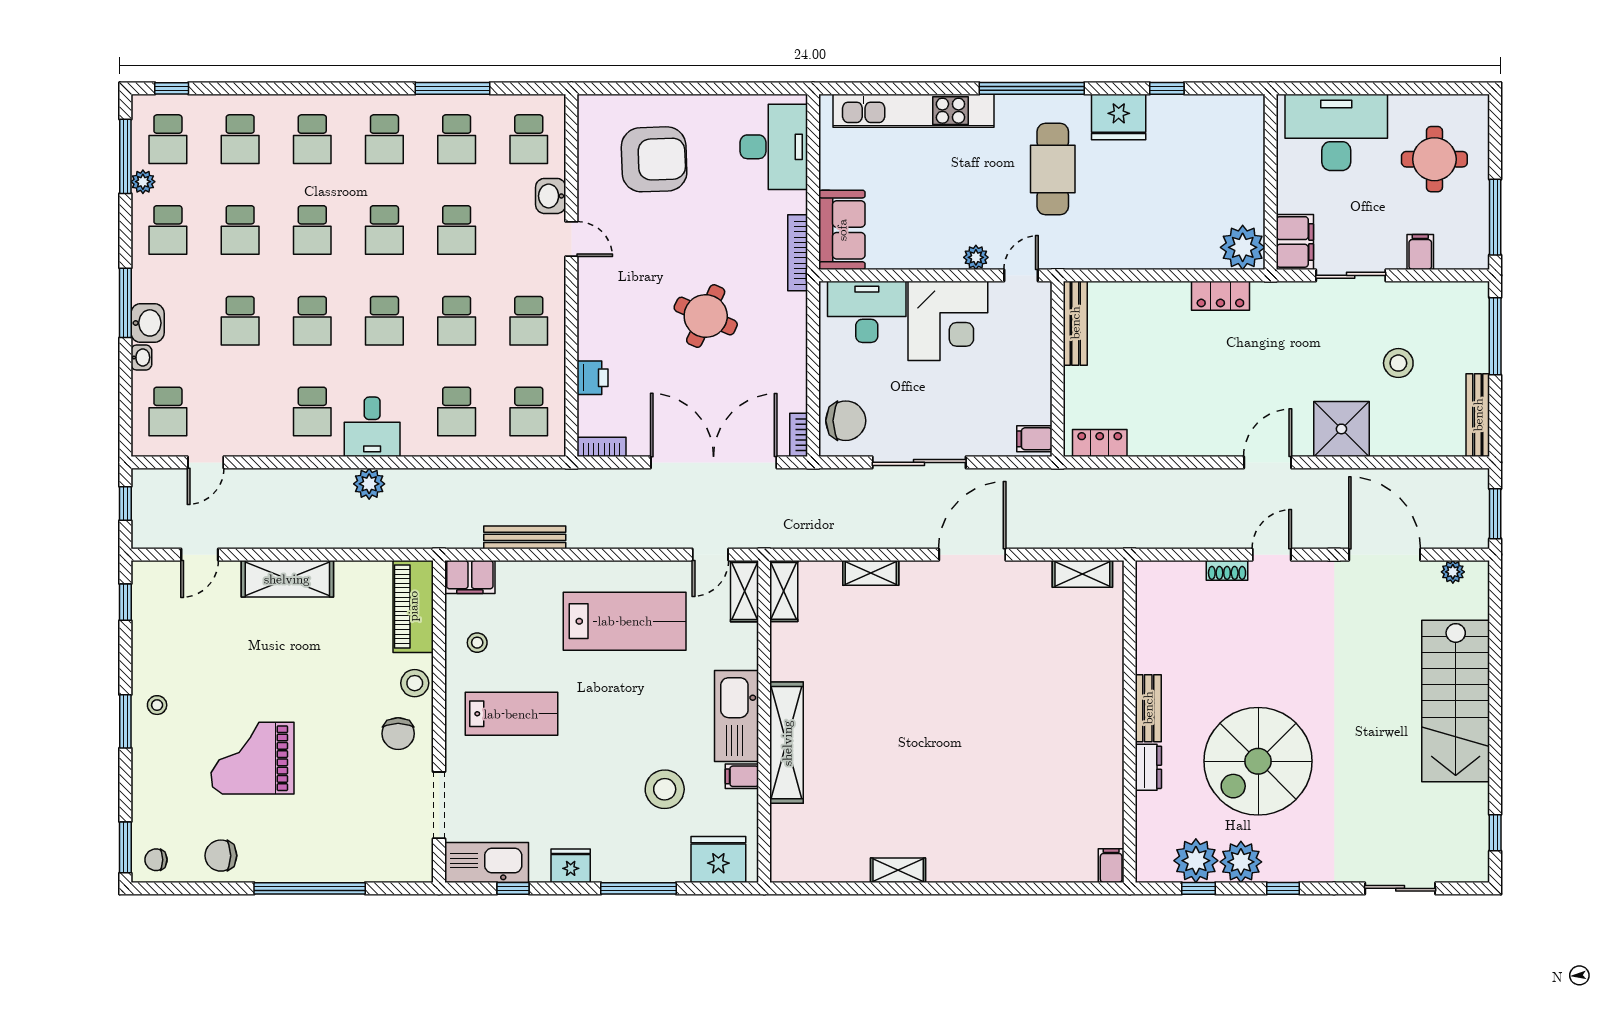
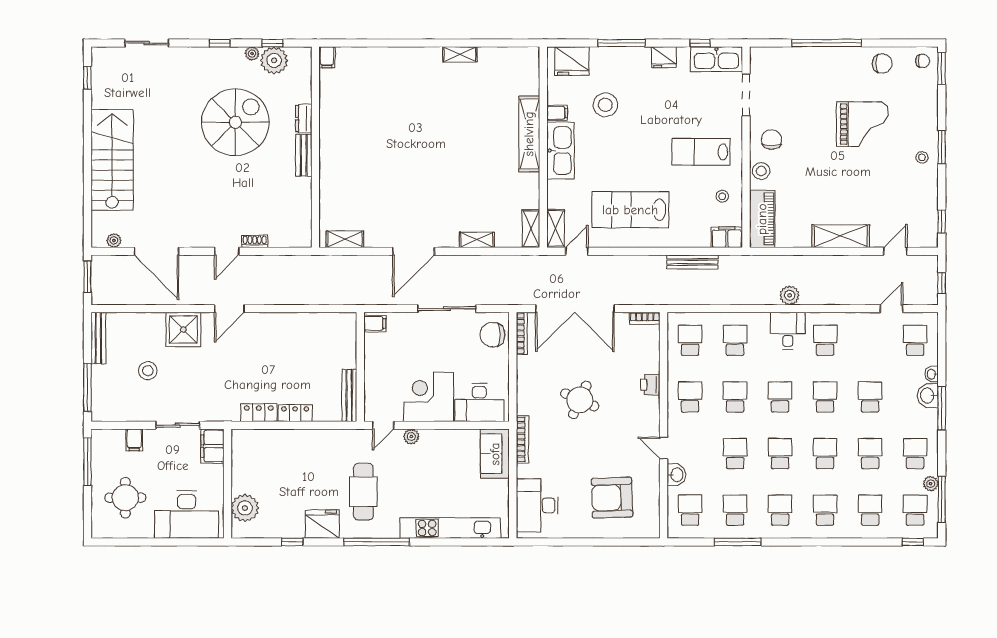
plant: (1243, 247) -> (245, 508), moved
printer: (592, 378) -> (650, 385), moved
bookcase: (799, 435) -> (522, 333), width x1.56
locker: (1100, 443) -> (295, 413), moved, turned 180
plant: (1241, 862) -> (252, 54), width x0.53, depth x0.53

